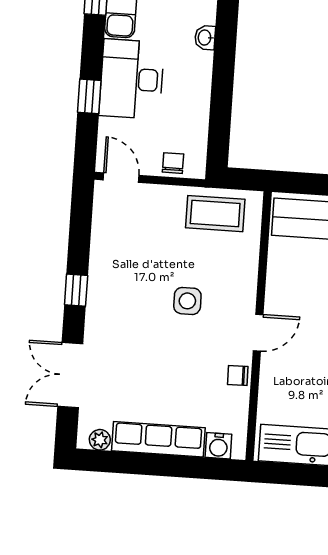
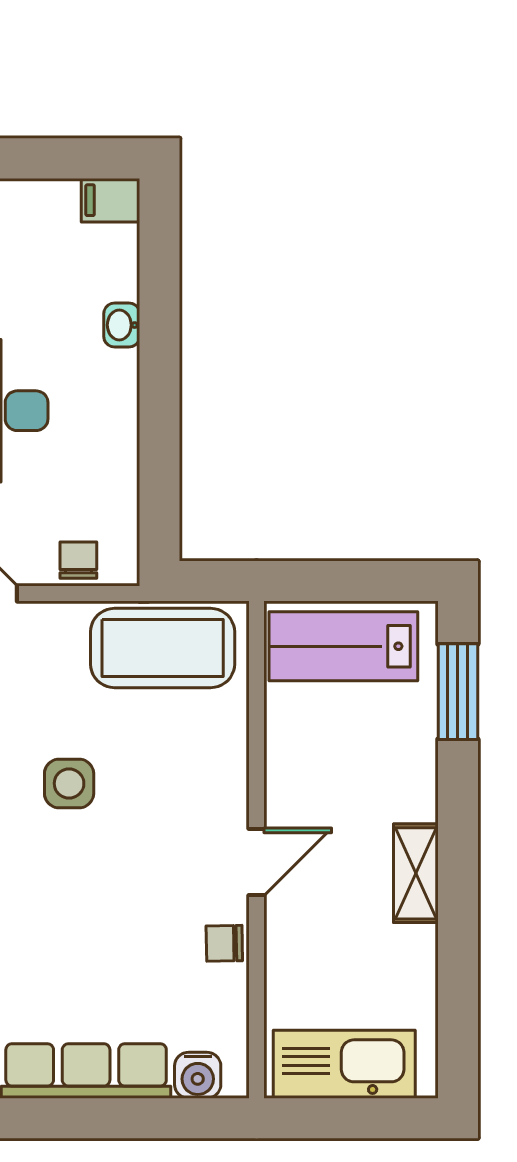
coffee table: (215, 214) -> (163, 648), width x1.36, depth x1.32
side table: (187, 301) -> (69, 783), moved

